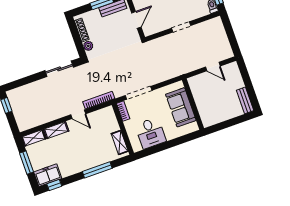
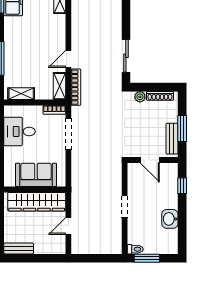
wardrobe: (202, 99) -> (37, 202), added
shelving: (56, 130) -> (60, 86), moved

